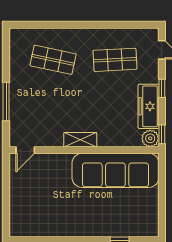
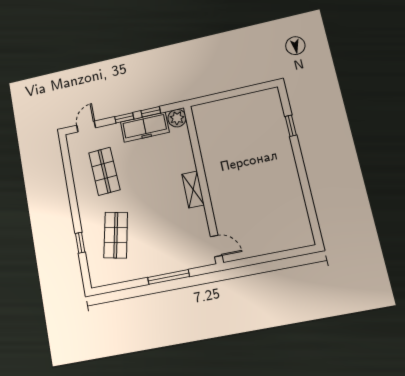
window: (53, 25) -> (80, 243), added
window: (162, 134) -> (151, 112), moved
sofa: (115, 170) -> (218, 146), removed

